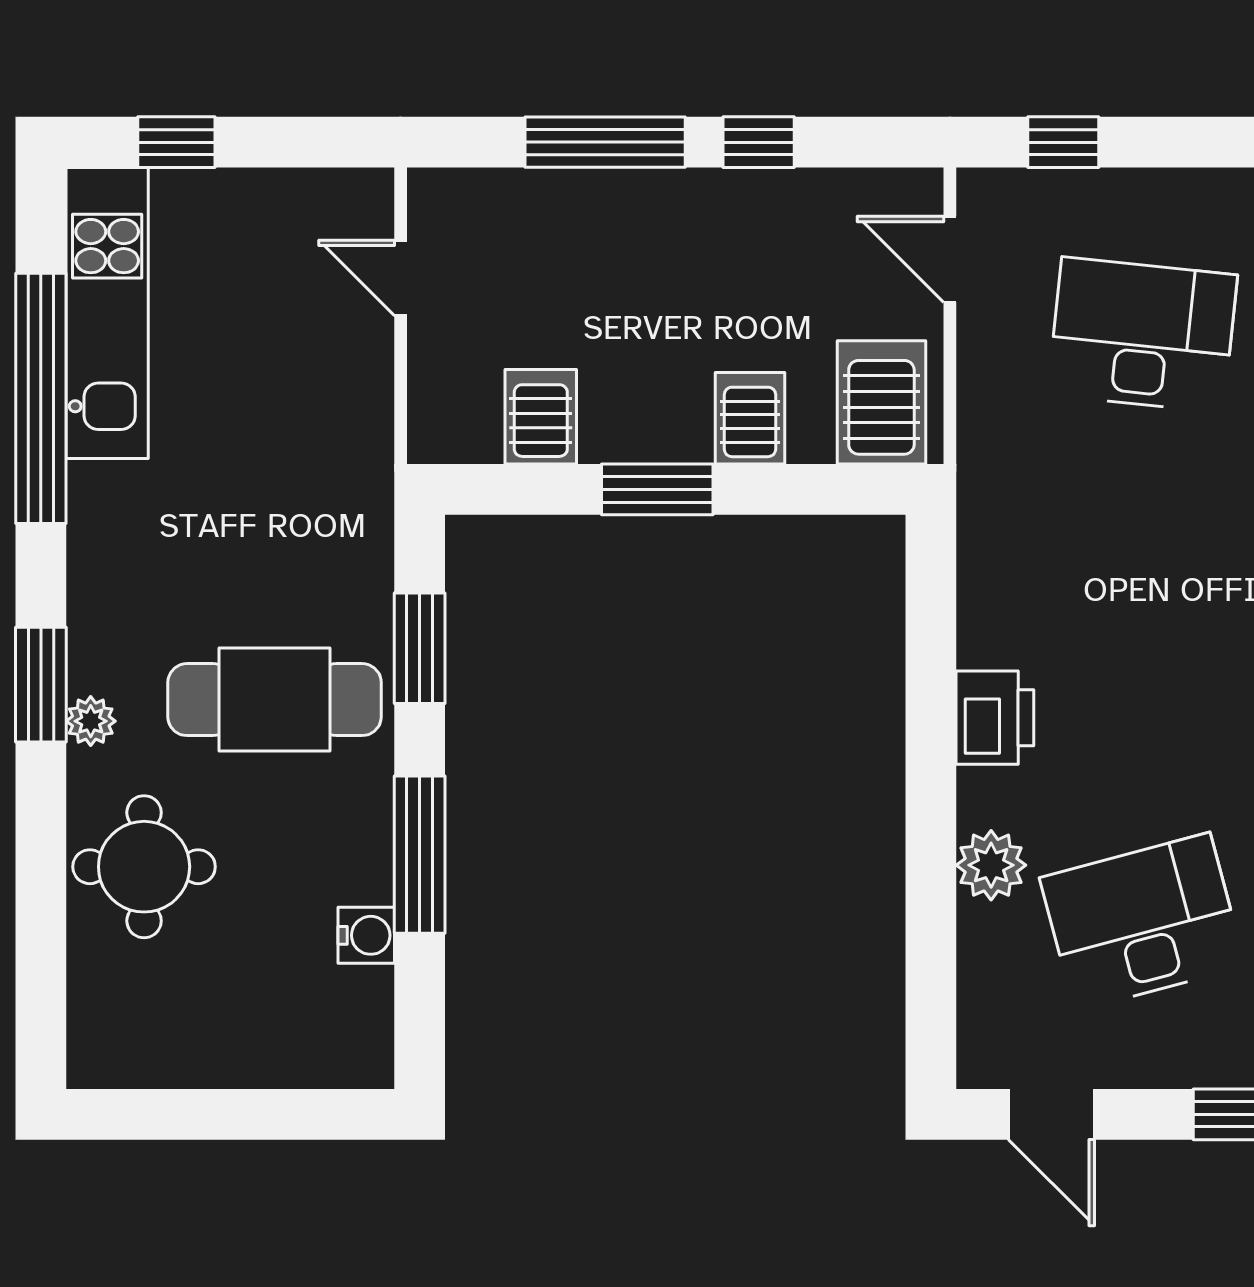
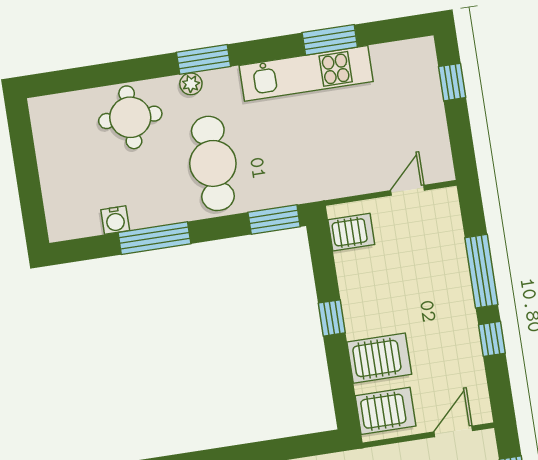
kitchen unit: (107, 313) -> (306, 73), moved
window: (41, 398) -> (330, 40), width x0.47
server rack: (541, 417) -> (351, 232), moved
server rack: (750, 418) -> (379, 358), width x1.36, depth x1.44
window: (657, 489) -> (332, 318), width x0.67
window: (420, 648) -> (274, 220), moved

